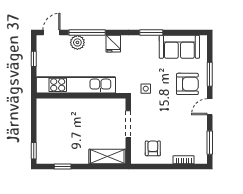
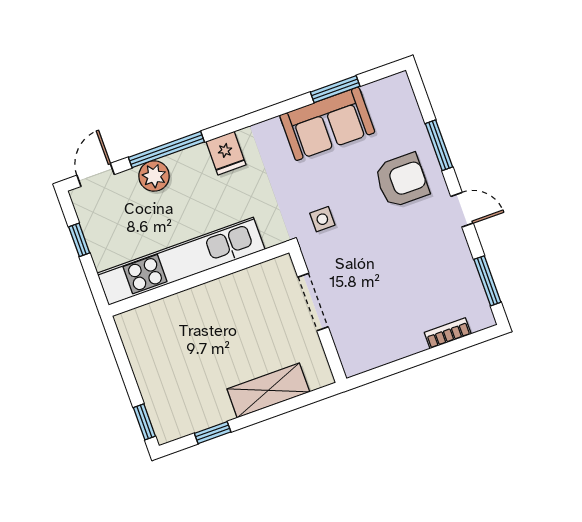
window: (151, 33) -> (335, 89), moved
sofa: (179, 47) -> (327, 124), moved
door: (210, 107) -> (462, 210), swing flipped
armchair: (153, 148) -> (379, 332), removed
shelving: (107, 157) -> (268, 390), moved

